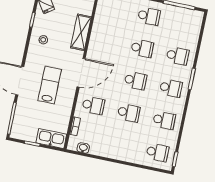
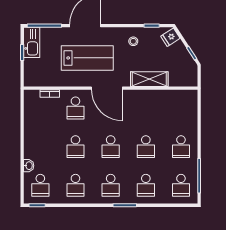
school desk: (184, 24) -> (181, 185), added
lab bench: (50, 85) -> (87, 58), width x1.36, depth x1.39
kitchen sink: (51, 138) -> (32, 42), moved
washbasin: (83, 148) -> (29, 166), moved

